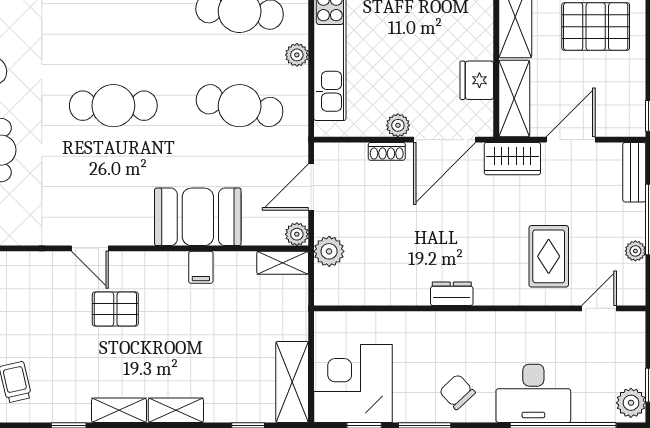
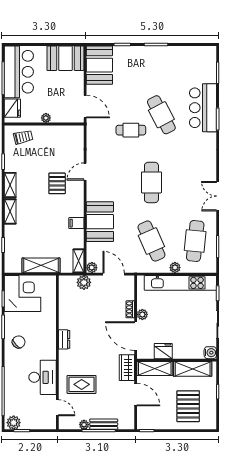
cafe table: (240, 106) -> (151, 241), turned -36
bench: (634, 172) -> (104, 424), moved
shelving: (292, 382) -> (41, 265), moved
desk: (533, 393) -> (43, 377), moved, turned 180

